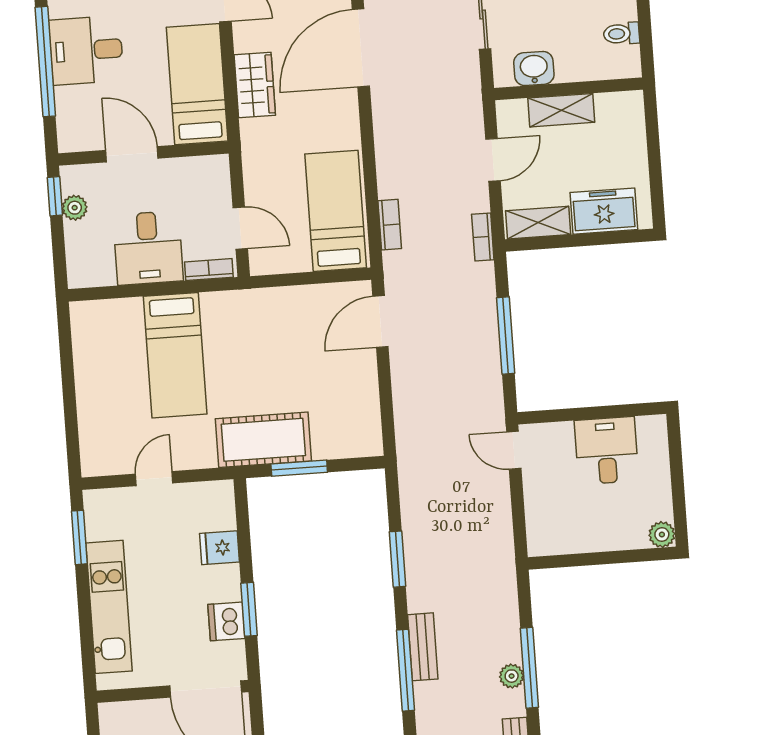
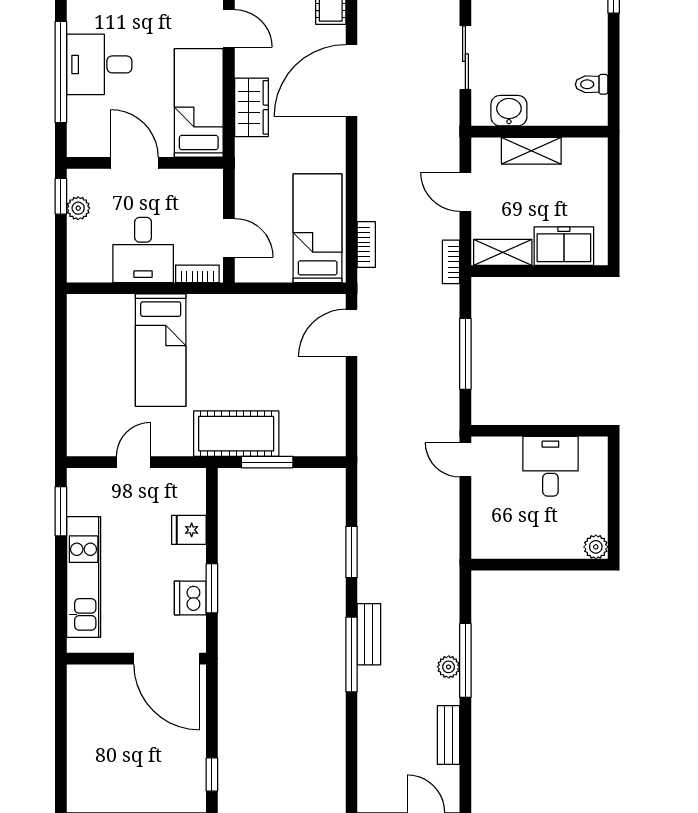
door: (493, 160) -> (465, 192), swing flipped

